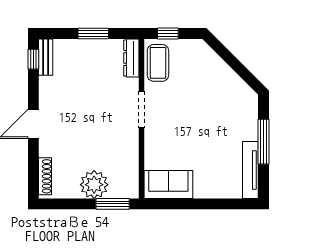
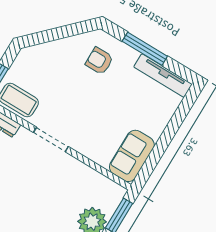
armchair: (231, 110) -> (99, 61), added

